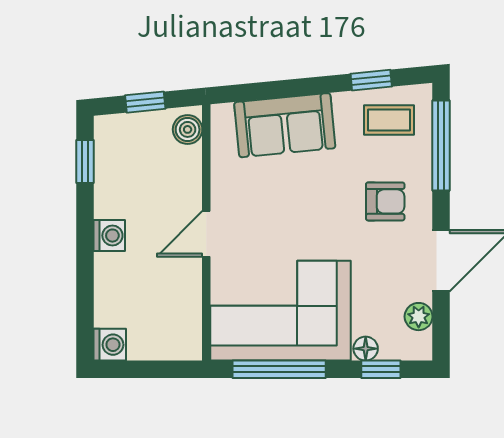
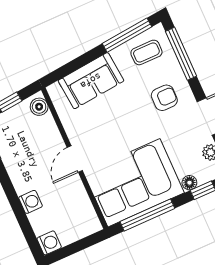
window: (371, 80) -> (127, 35), width x2.17
washing machine: (109, 236) -> (31, 202), moved

